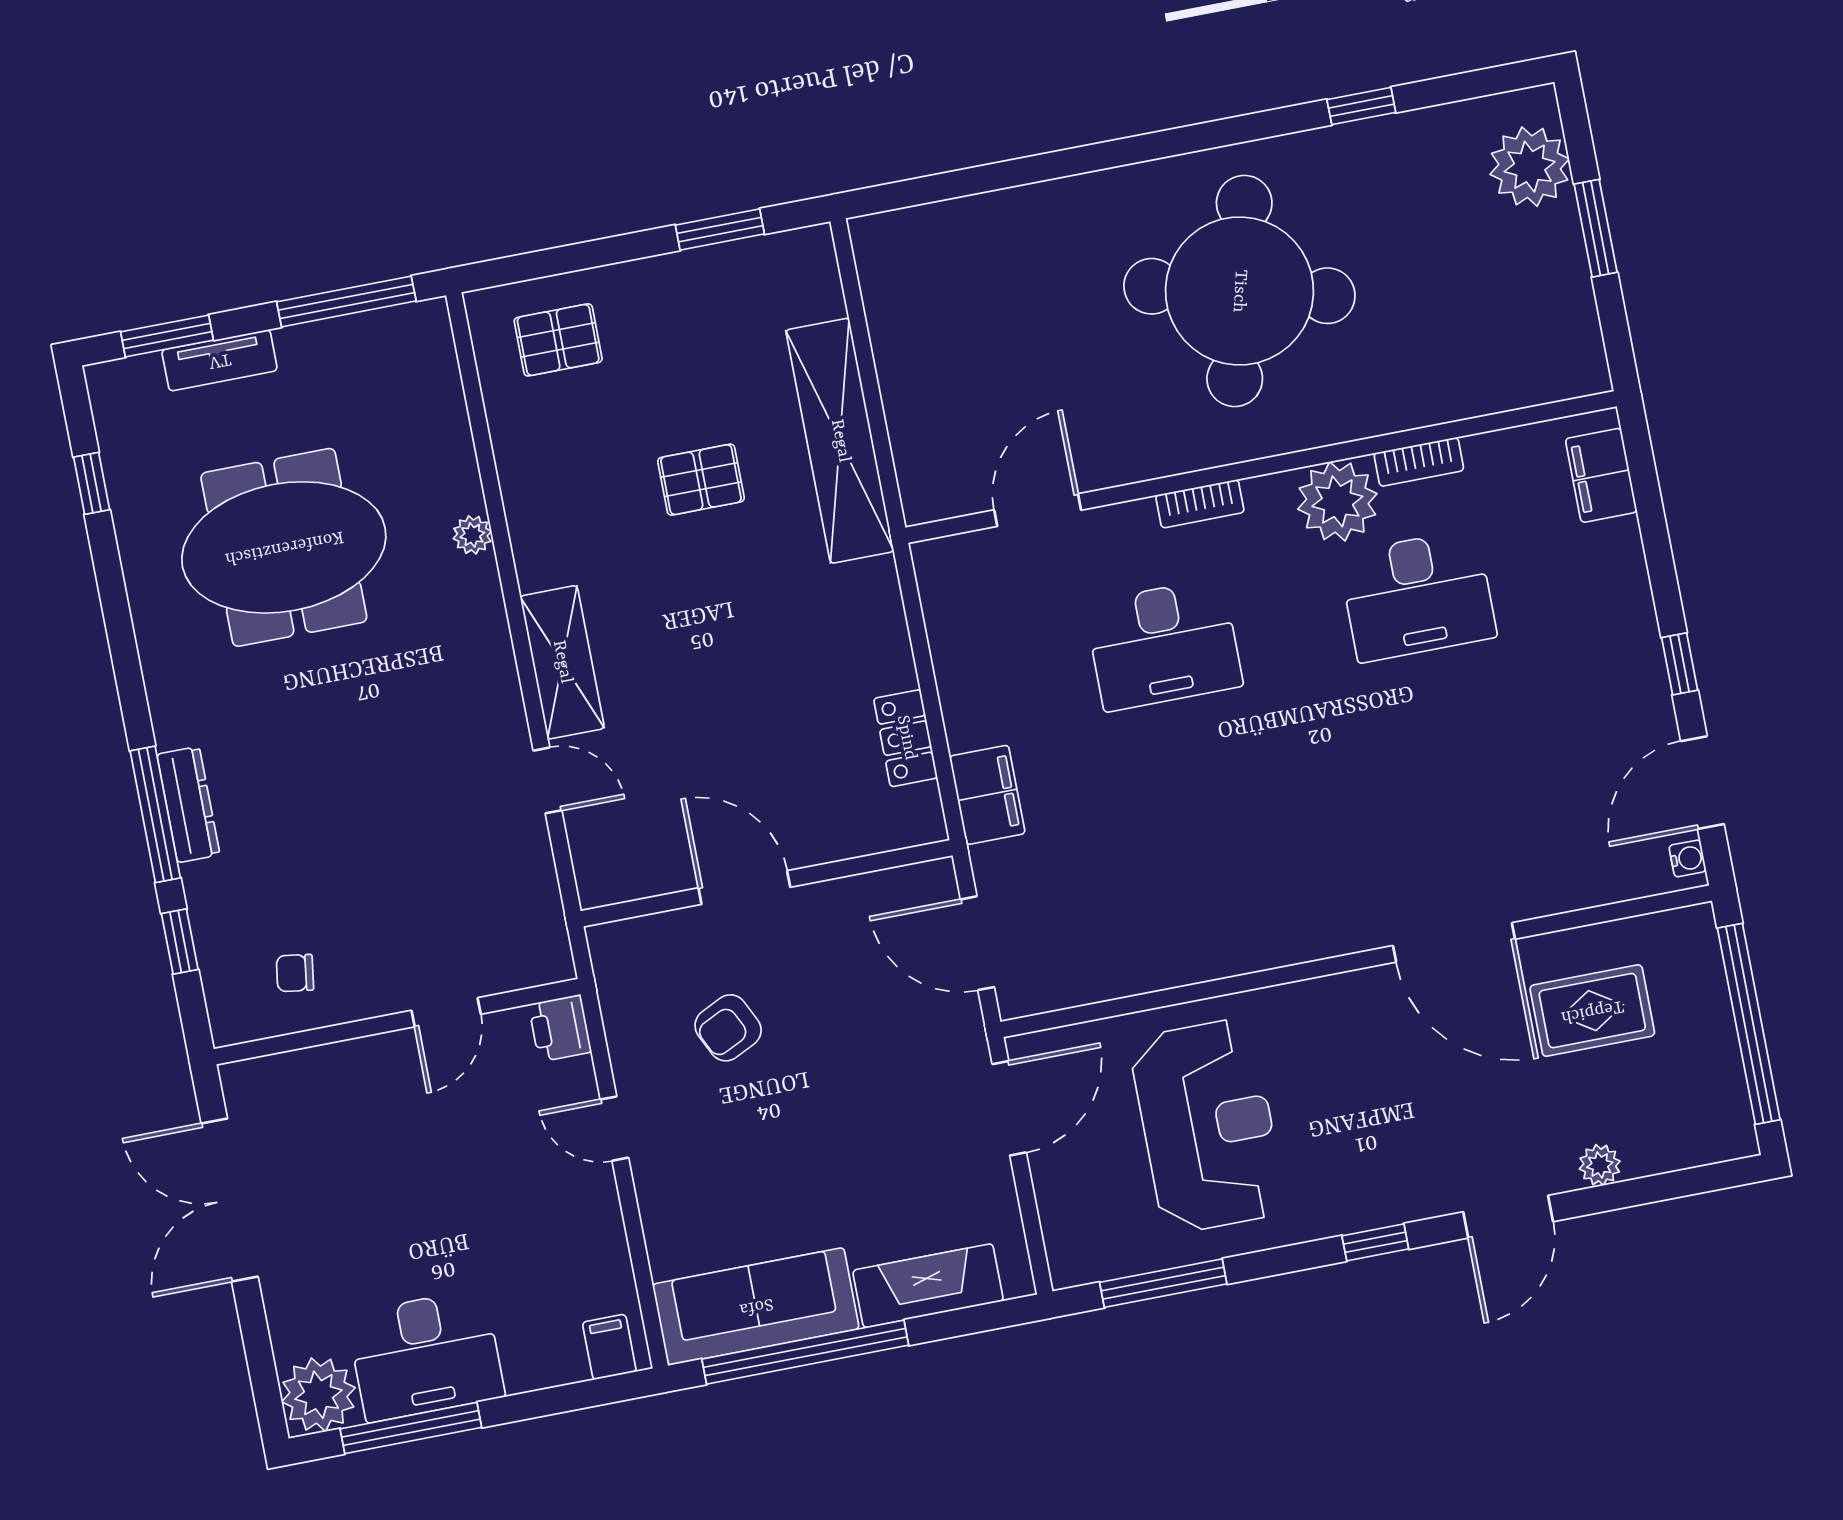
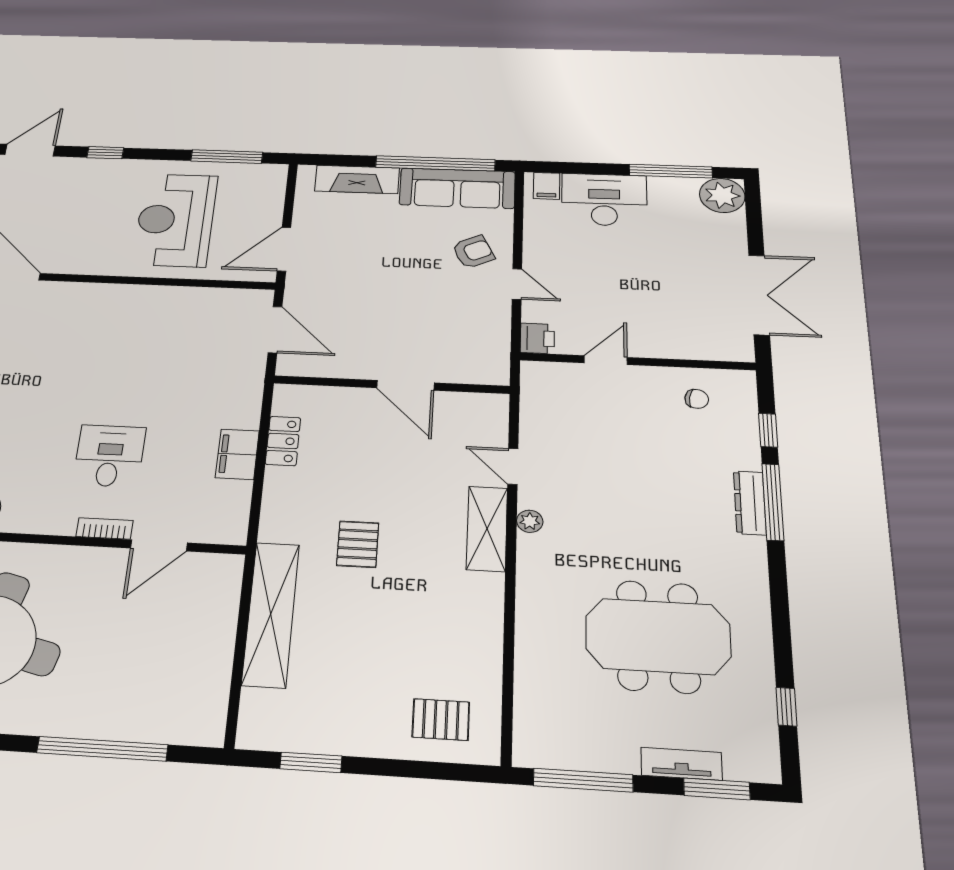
window: (1014, 173) -> (102, 749), added
pallet: (701, 480) -> (358, 544), moved, turned 90
bookcase: (1200, 504) -> (105, 528), moved
plant: (472, 535) -> (530, 521), moved
desk: (1164, 645) -> (109, 456), width x0.73
filing cabinet: (987, 795) -> (237, 454), moved
armchair: (728, 1028) -> (473, 252), moved
desk: (426, 1355) -> (604, 200), moved

